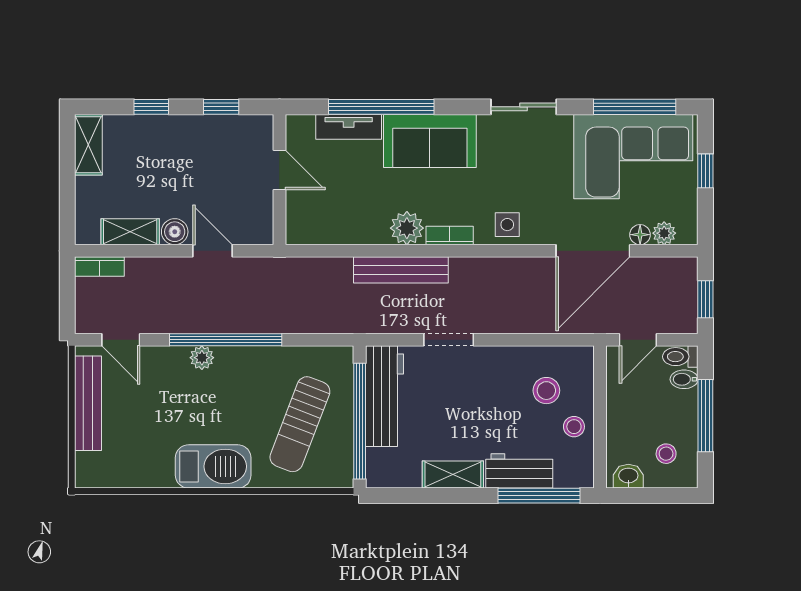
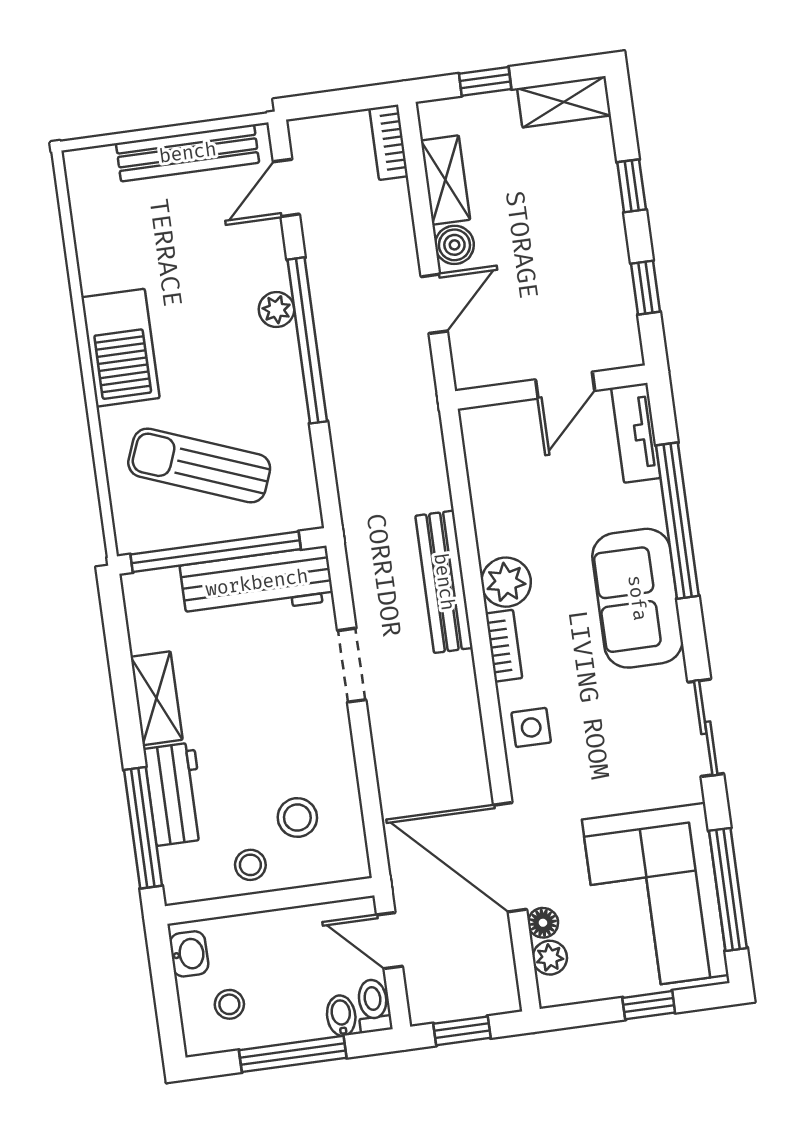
tv unit: (349, 127) -> (636, 433), moved
window: (67, 196) -> (485, 81), added

